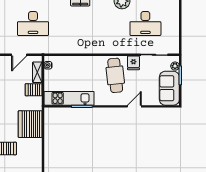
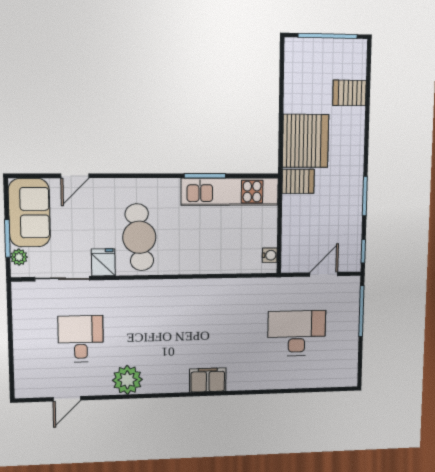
desk: (145, 23) -> (81, 339), width x0.73
shelving: (37, 72) -> (290, 242), removed
server rack: (34, 90) -> (298, 181), moved
door: (134, 106) -> (75, 176), moved

